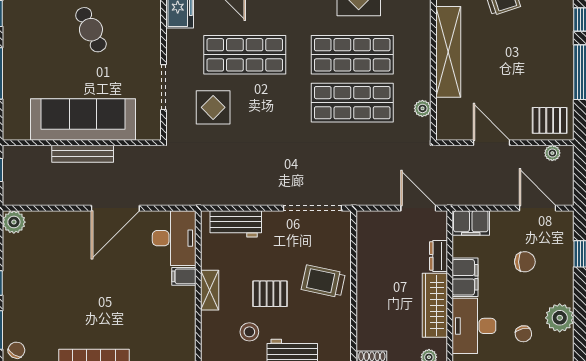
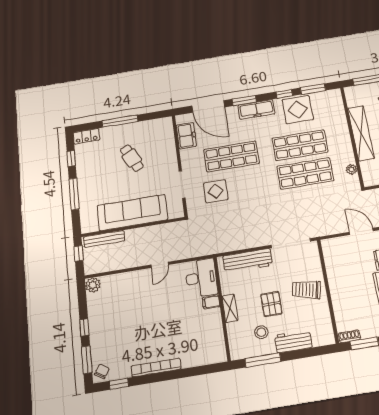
bench: (83, 154) -> (104, 239), moved
door: (115, 208) -> (160, 265), width x0.53
workbench: (236, 224) -> (248, 261), width x1.38
pallet: (270, 294) -> (271, 304), turned 90

